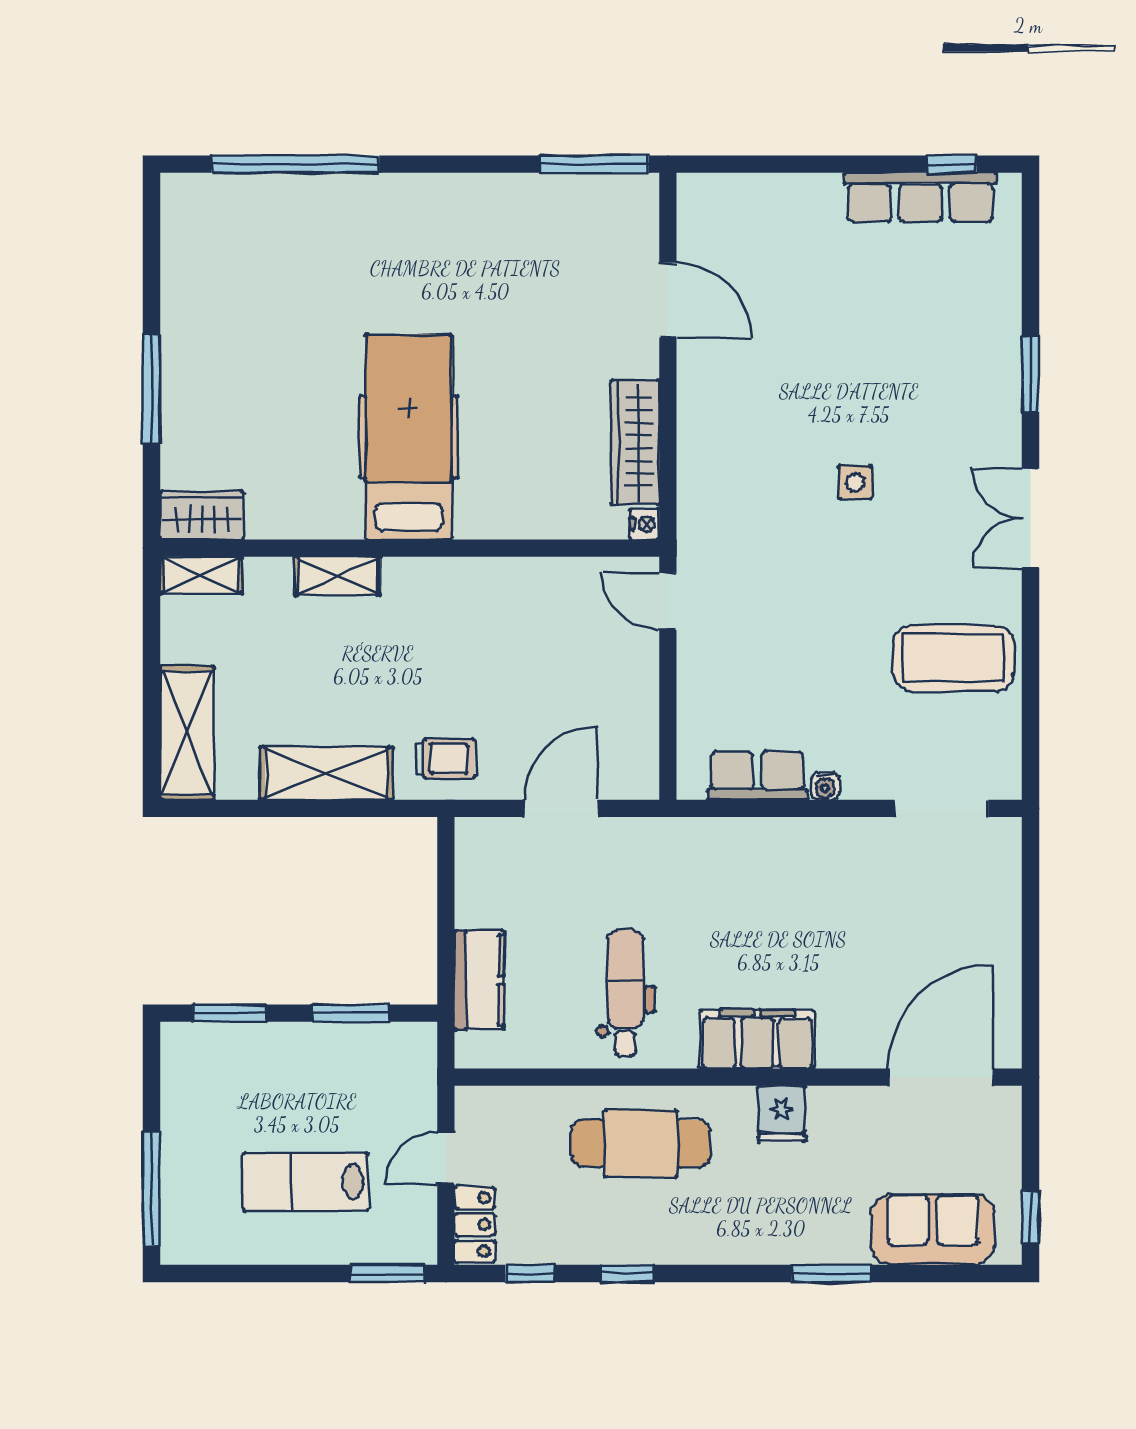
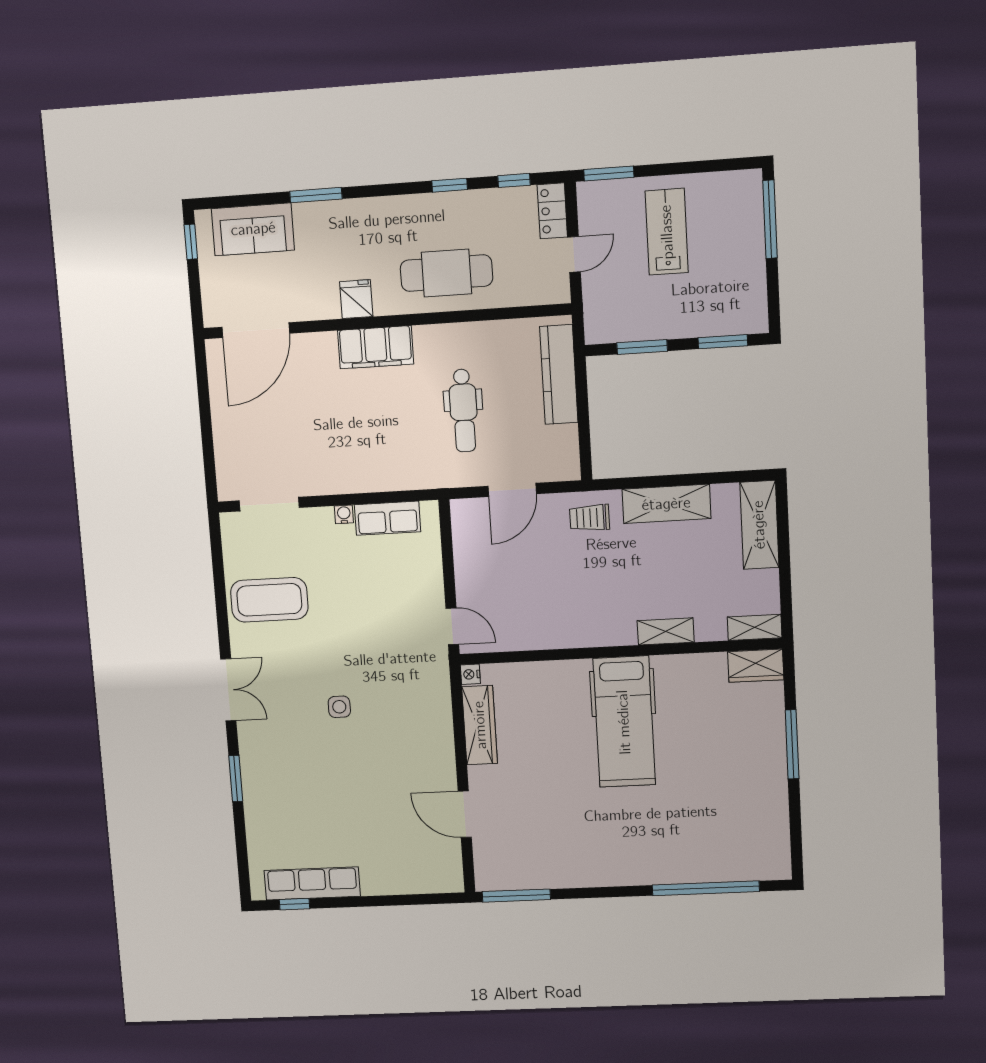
kitchen counter: (479, 980) -> (559, 375), width x1.50
dental chair: (626, 993) -> (464, 410), moved
lab bench: (305, 1182) -> (667, 232), turned -90

